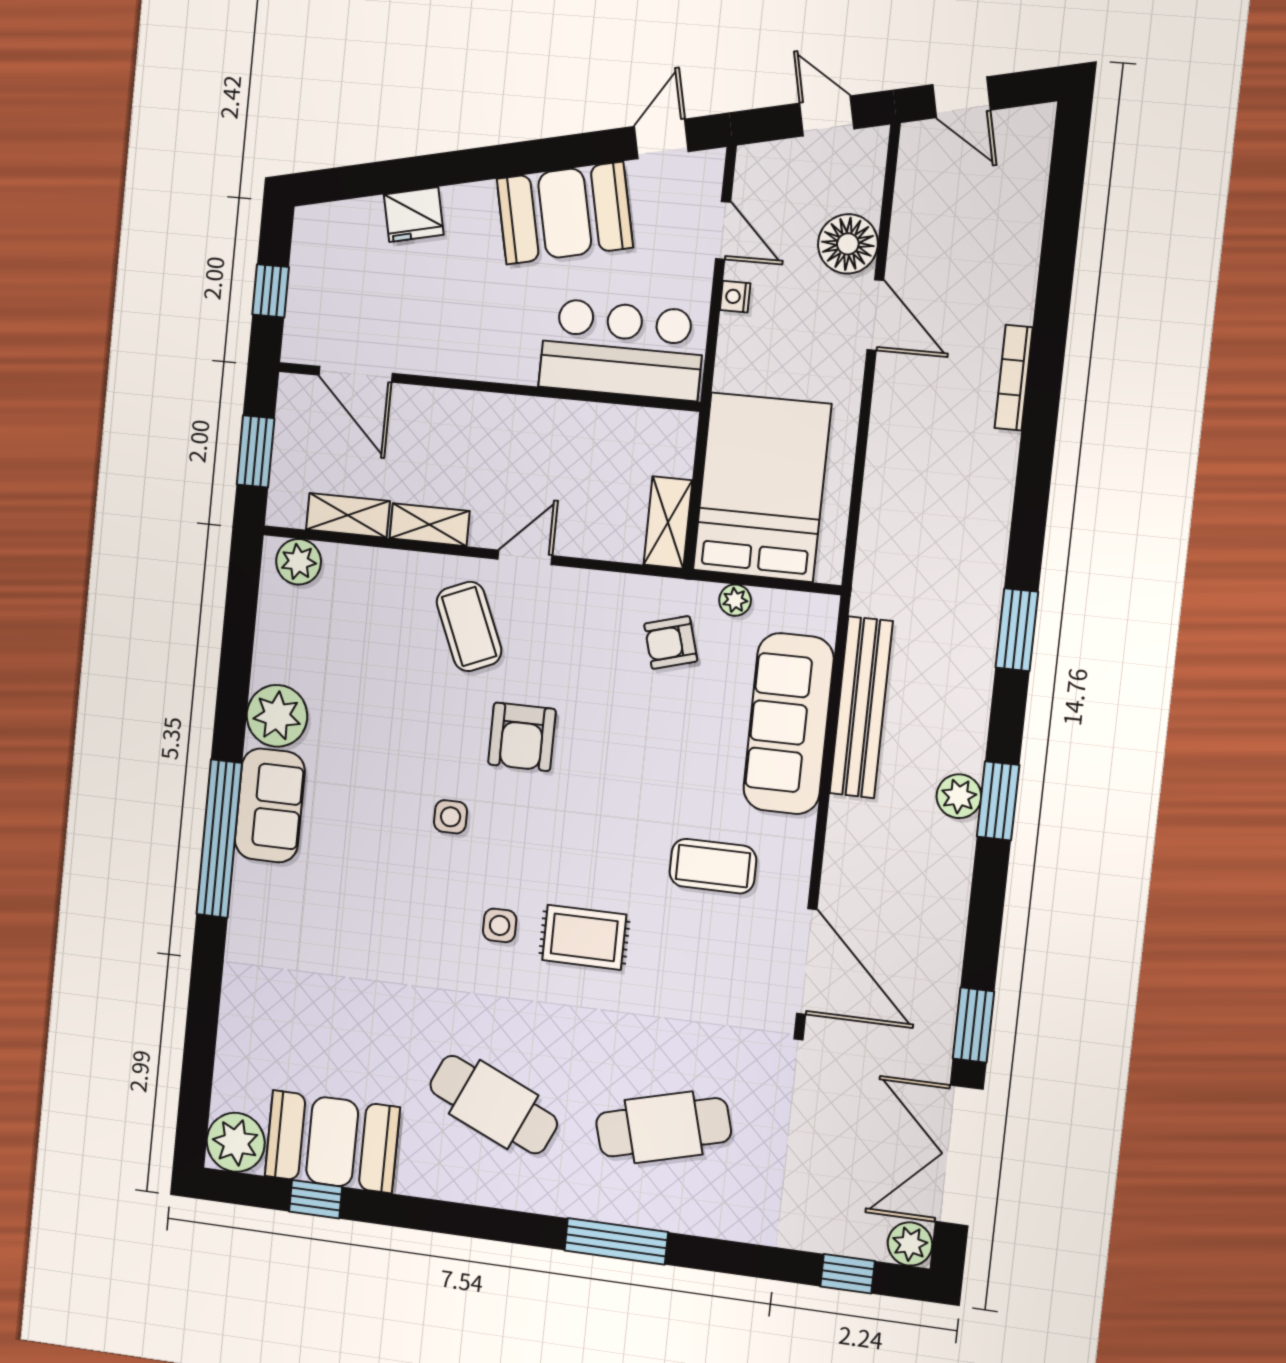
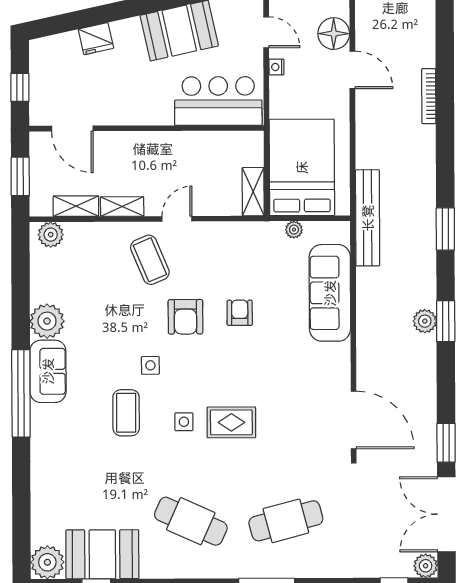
armchair: (671, 642) -> (240, 313), moved, turned 106
bench: (861, 707) -> (368, 218), moved
coffee table: (713, 866) -> (126, 413), moved, turned 90

